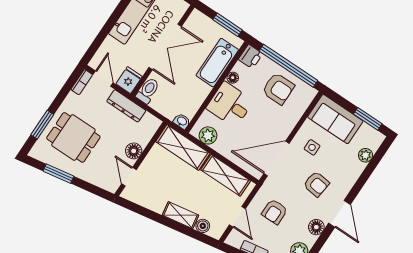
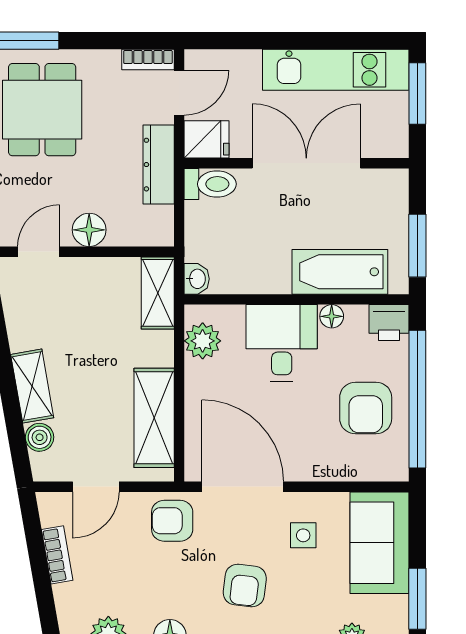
double door: (165, 47) -> (306, 163), swing flipped
shelving: (183, 147) -> (158, 293), width x0.67, depth x0.75
armchair: (275, 212) -> (172, 521), moved

